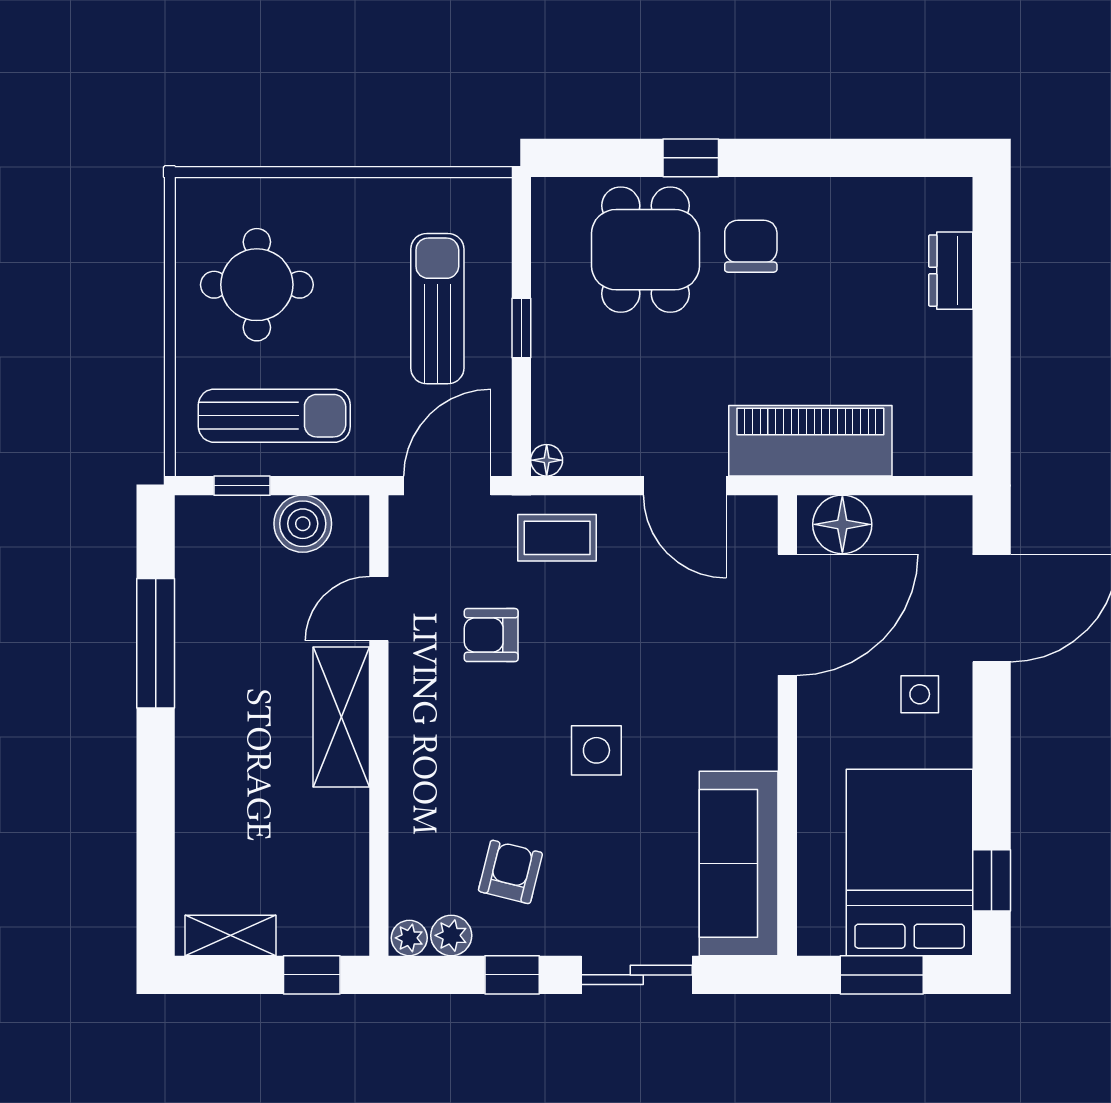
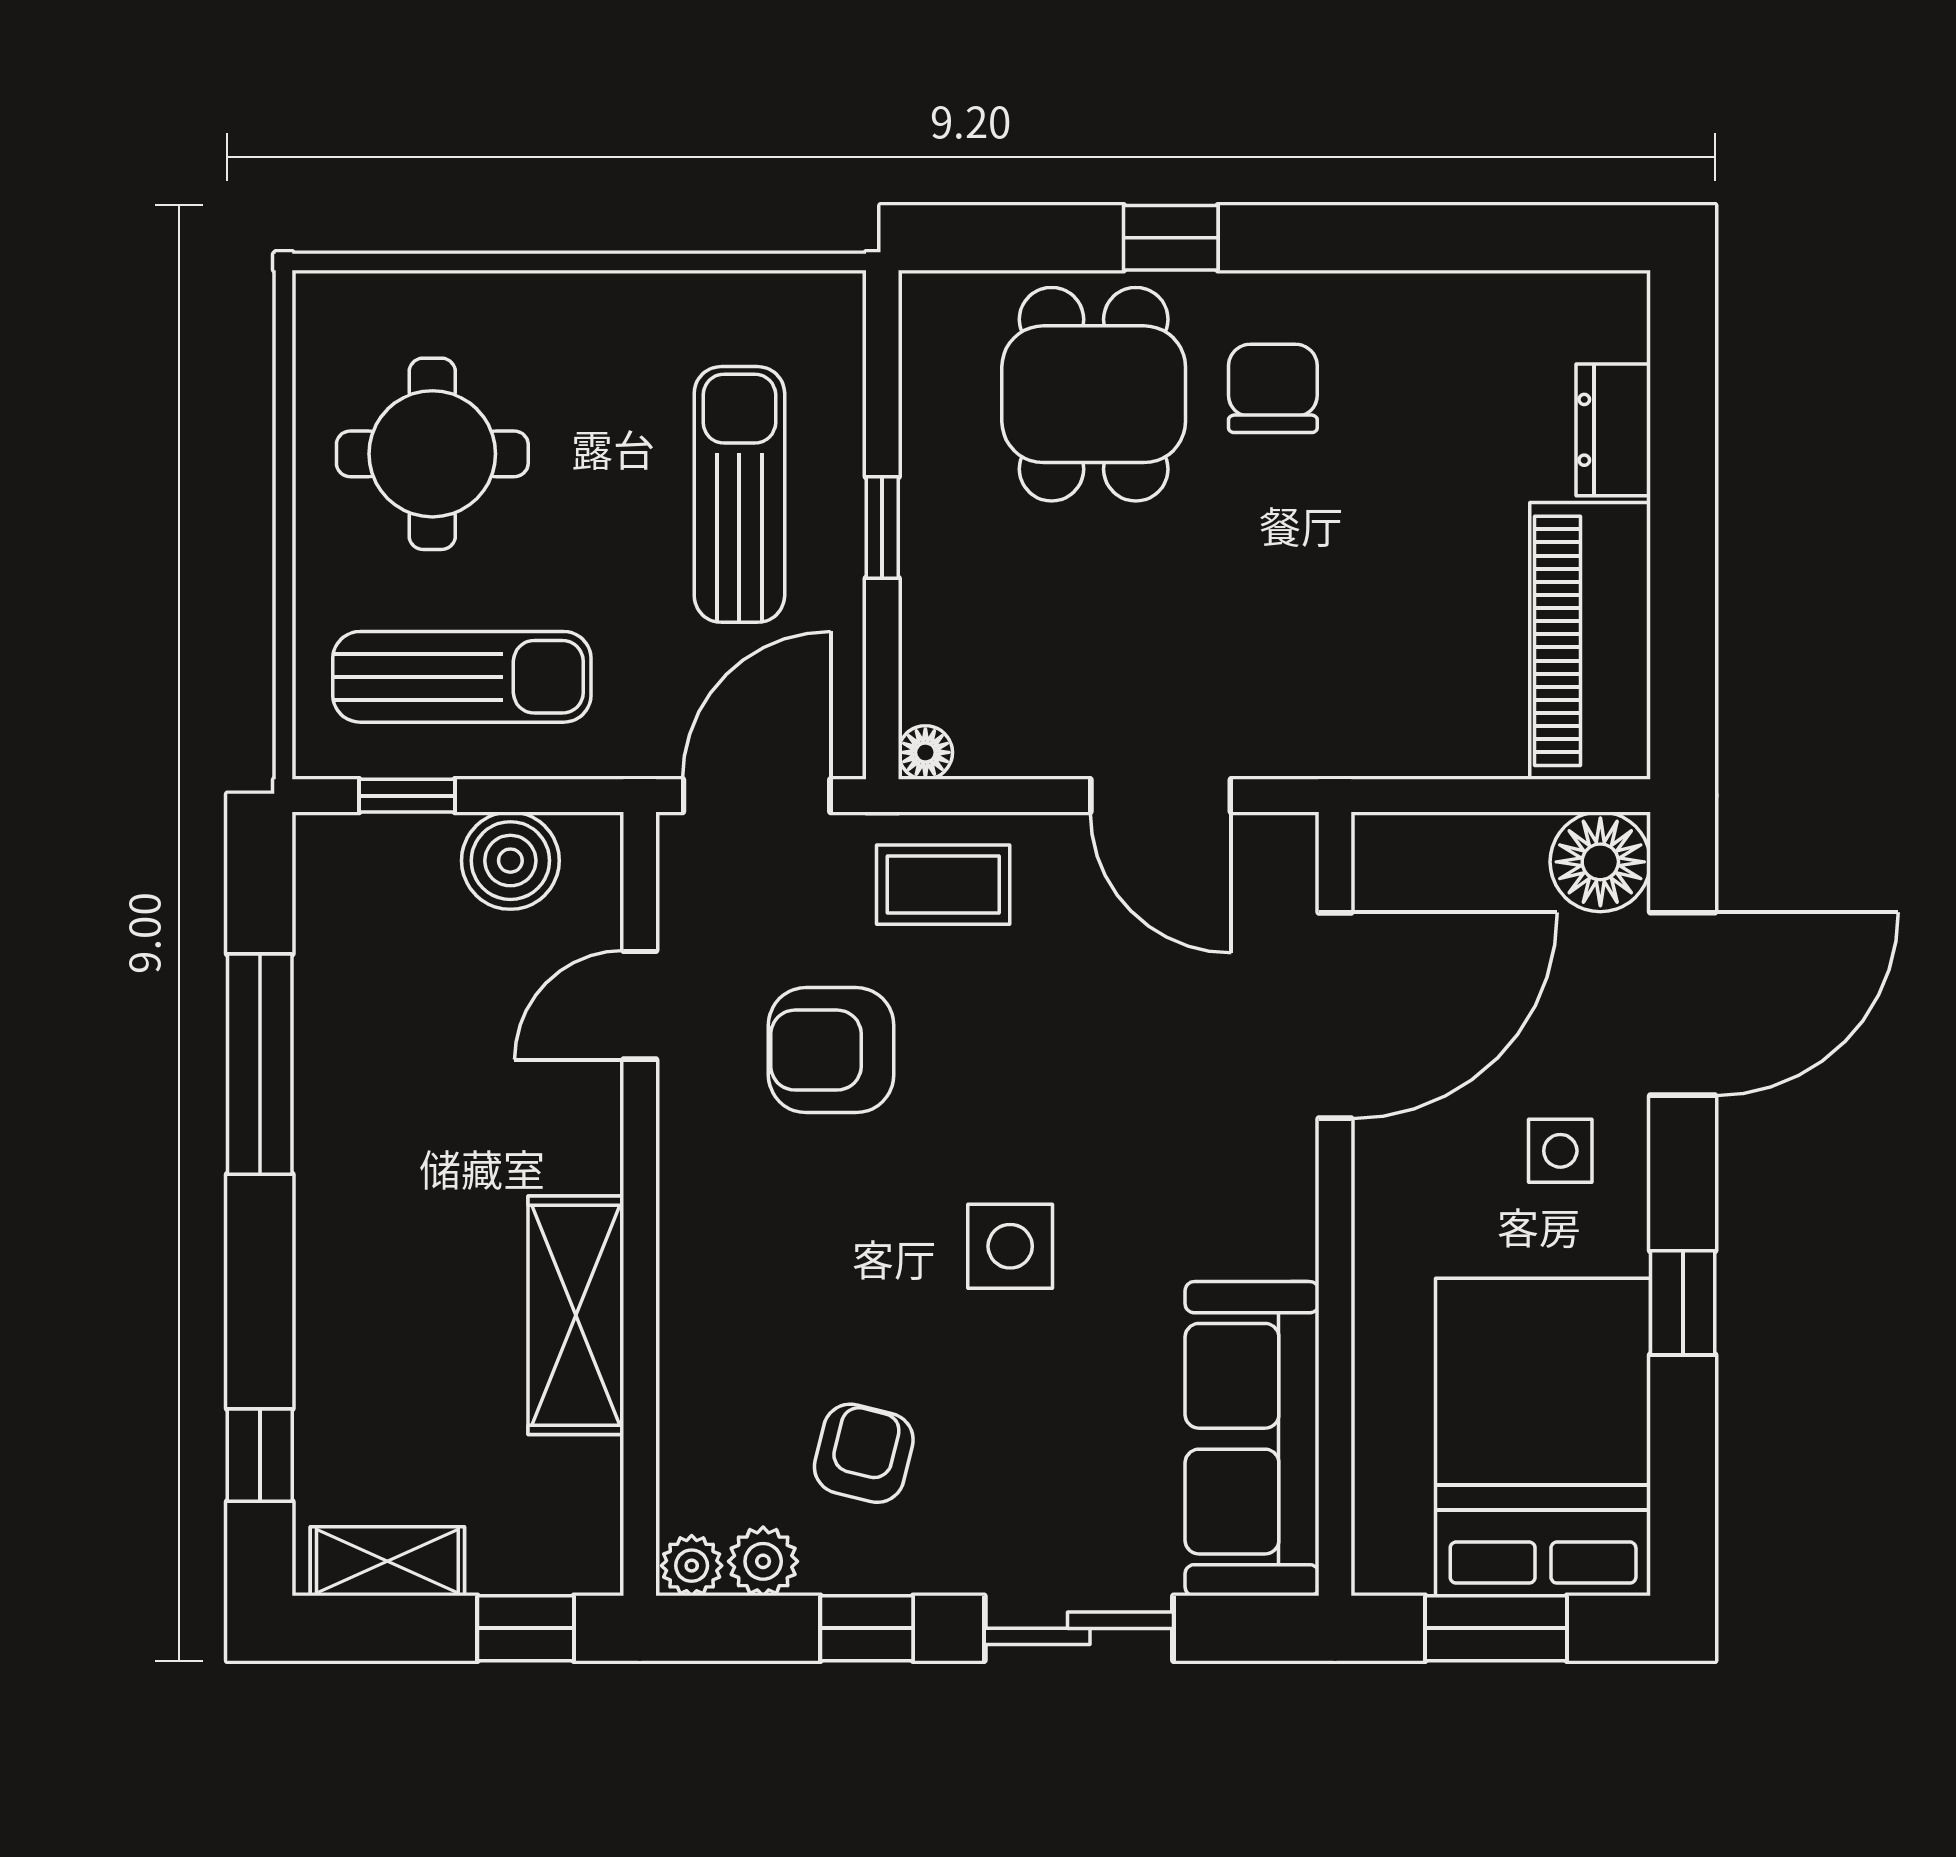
piano: (810, 441) -> (1590, 641), moved, turned -90
floor lamp: (842, 524) -> (1600, 862), moved
armchair: (491, 635) -> (831, 1050), width x1.38, depth x1.38
shelving: (341, 717) -> (576, 1315), moved
window: (156, 873) -> (260, 1455), added
window: (992, 880) -> (1683, 1303), moved

